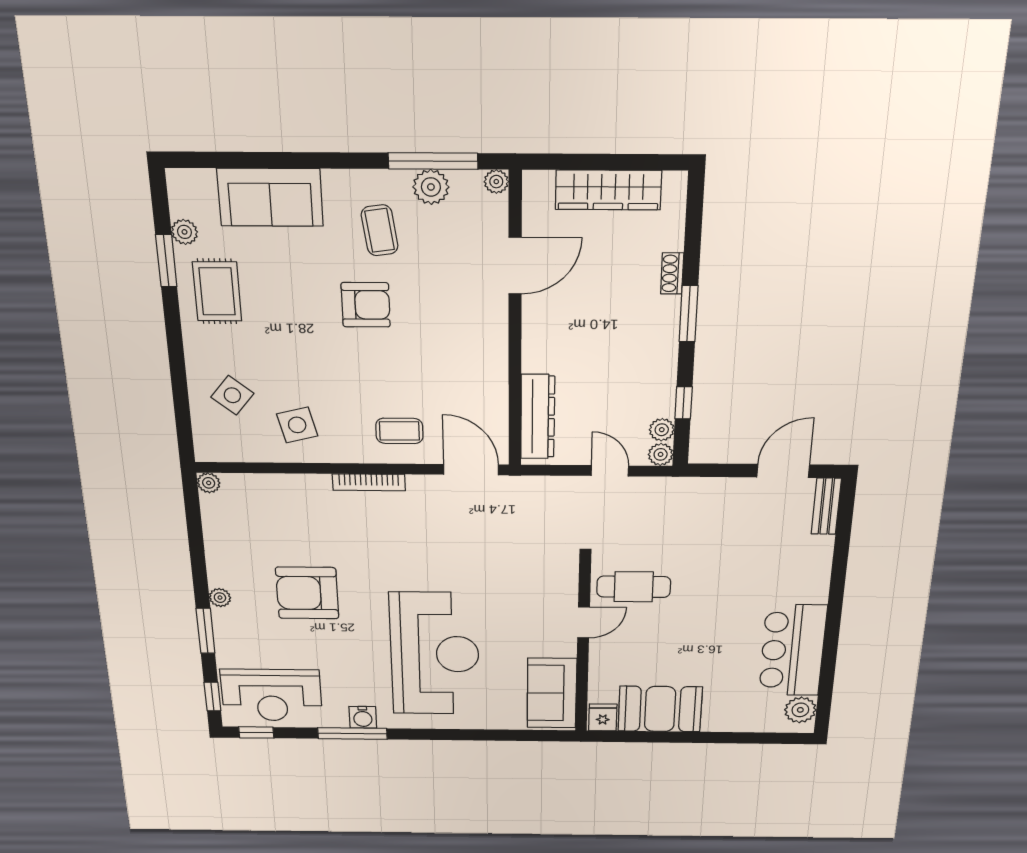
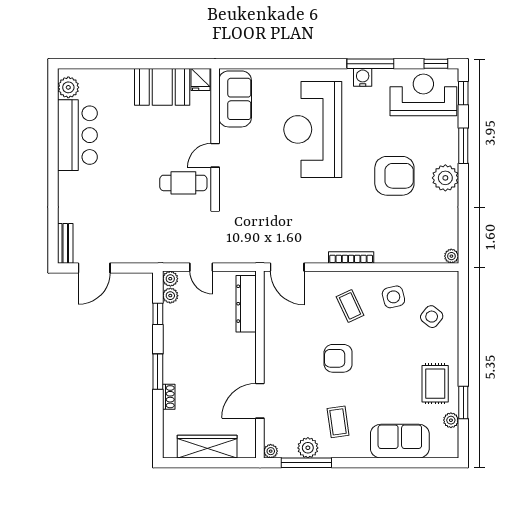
armchair: (366, 305) -> (338, 358), moved
coffee table: (399, 431) -> (350, 306), moved, turned 65
plant: (220, 598) -> (445, 178), width x1.87, depth x1.87

